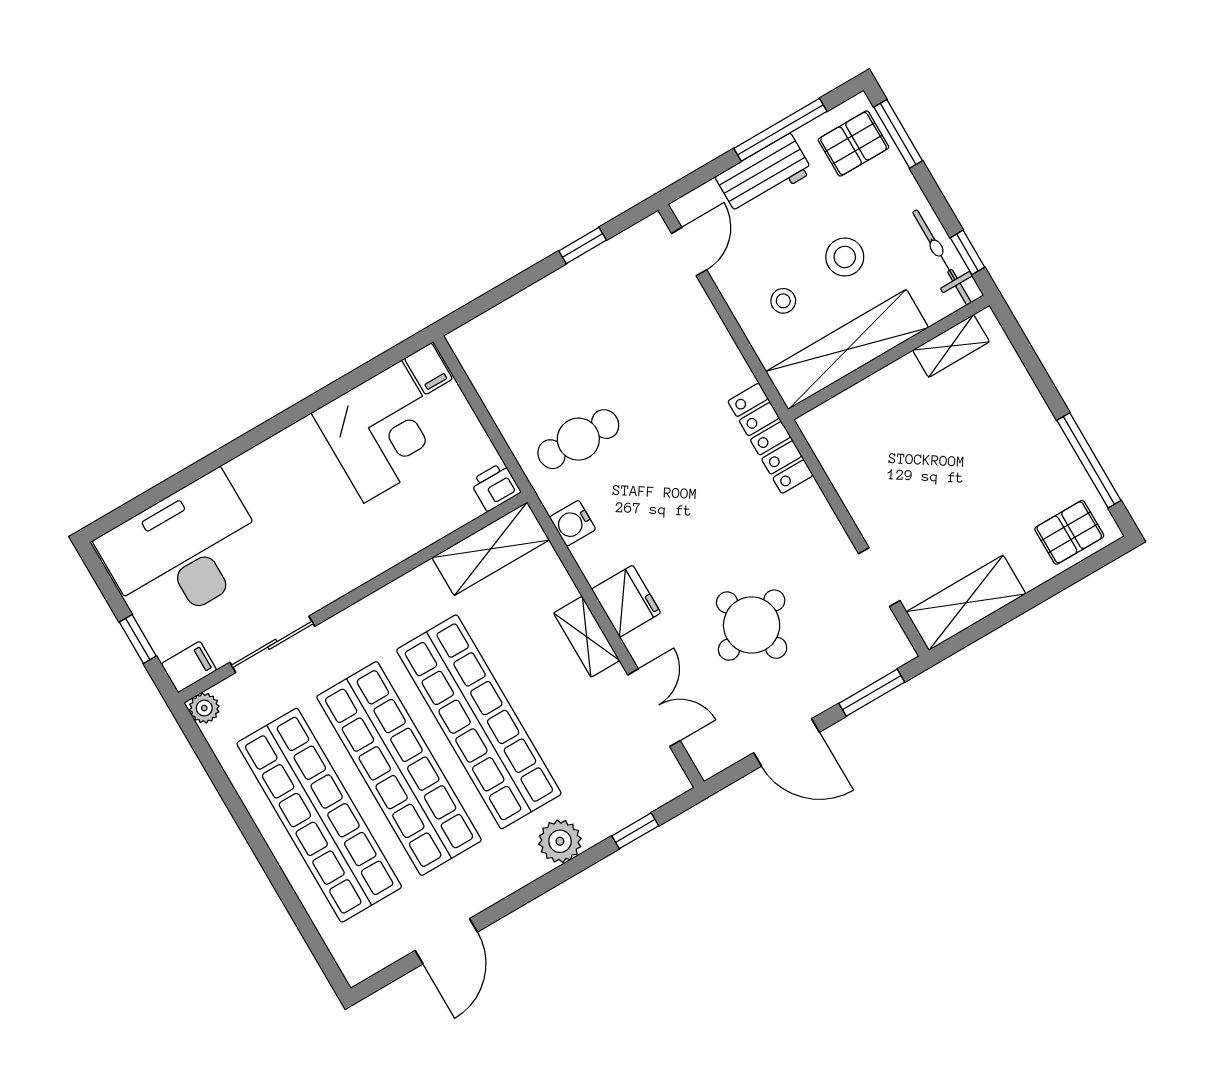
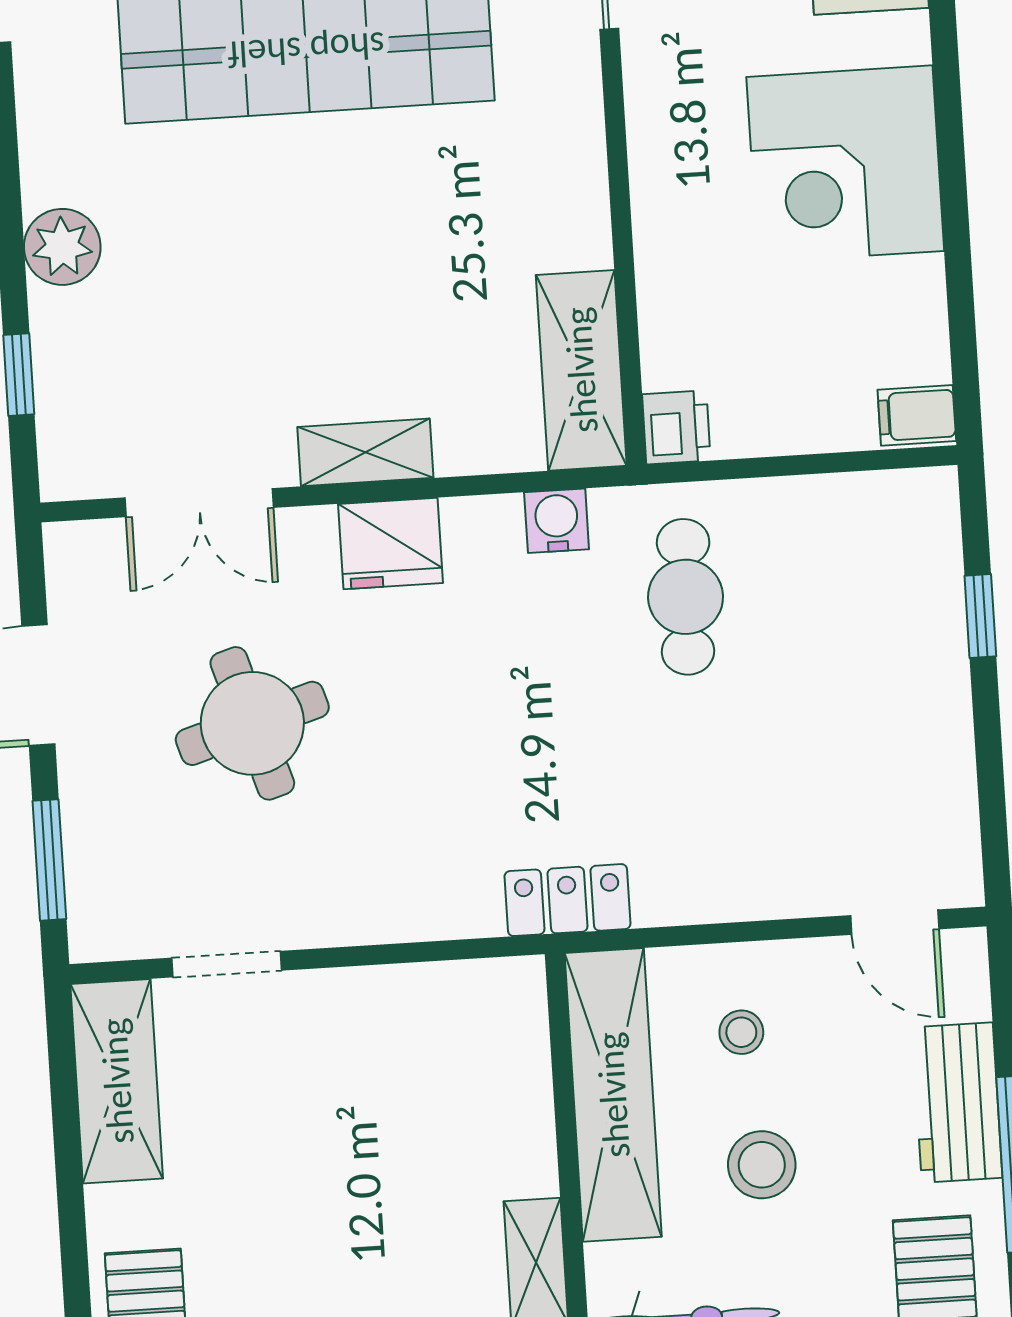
window: (583, 245) -> (980, 616), moved
corner desk: (383, 432) -> (845, 164), moved
locker: (770, 438) -> (567, 900), width x0.66
shop shelf: (479, 722) -> (316, 214), removed

